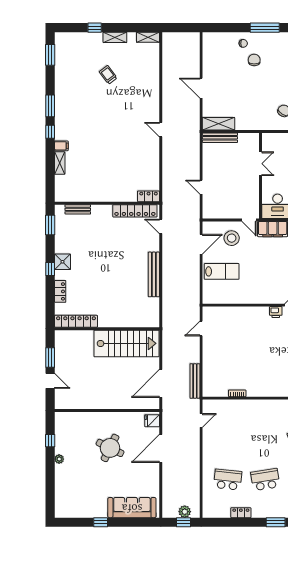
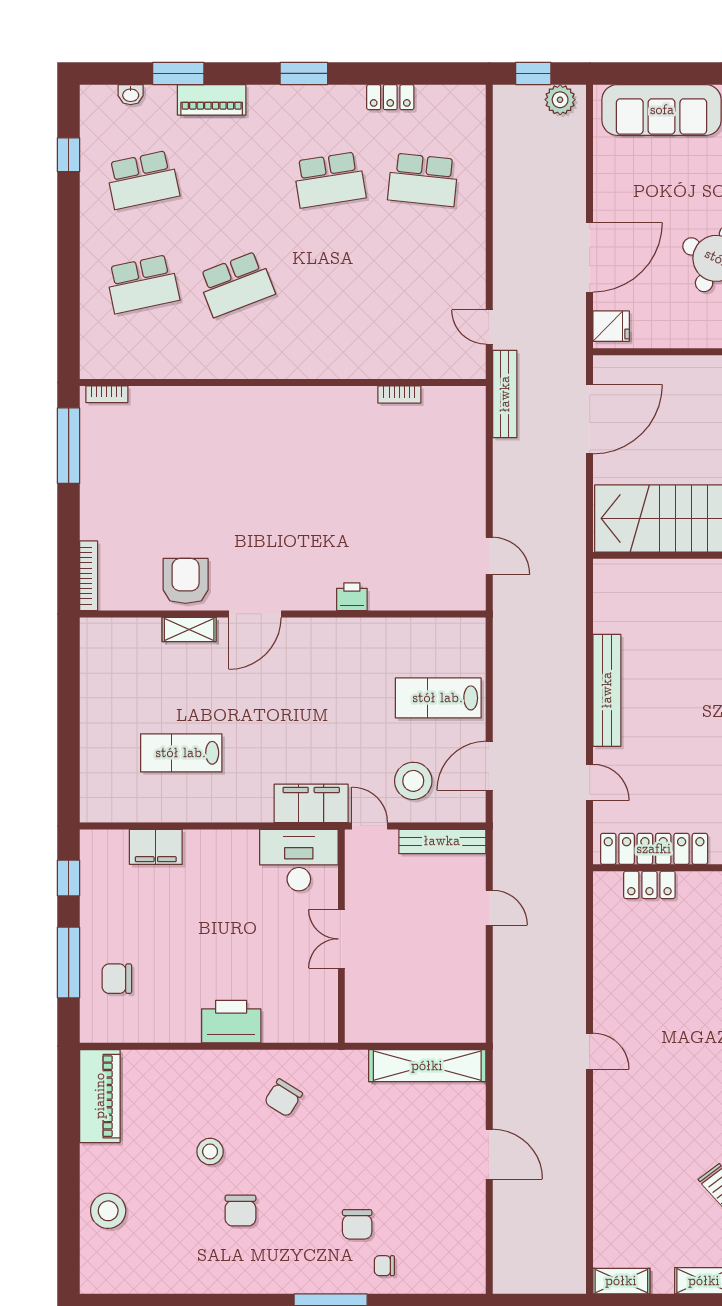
shelving: (219, 124) -> (427, 1066), width x1.47
bench: (220, 138) -> (442, 841), moved
double door: (261, 164) -> (341, 939), moved
locker: (149, 196) -> (649, 885), moved
door: (161, 226) -> (590, 782), moved
printer: (276, 312) -> (352, 597), moved
door: (201, 329) -> (489, 556), hinge flipped
bench: (195, 381) -> (505, 394), moved
door: (201, 420) -> (489, 327), hinge flipped
plant: (185, 512) -> (560, 100), moved

